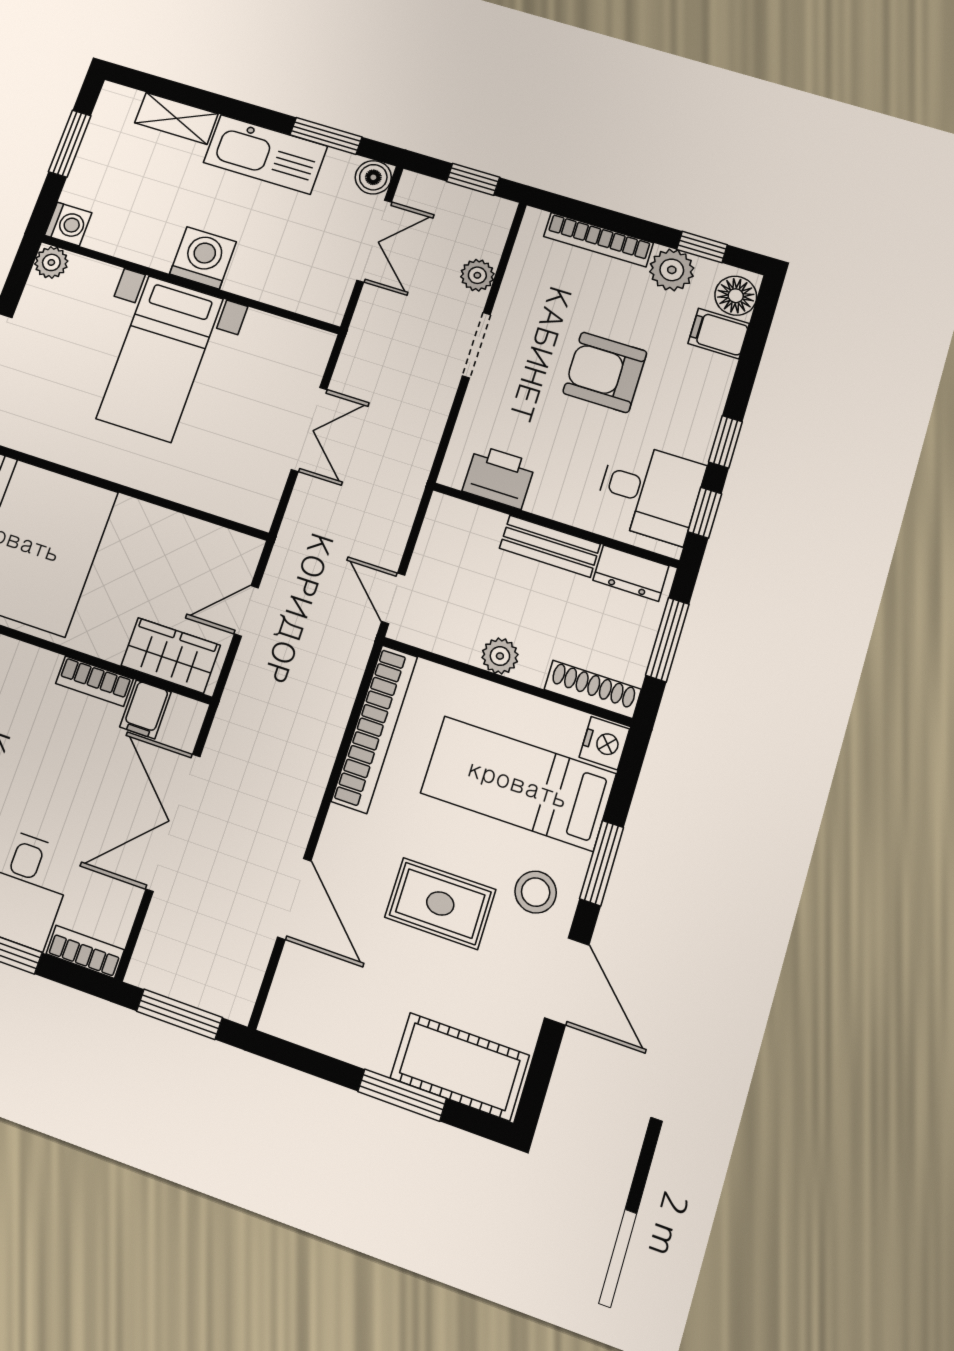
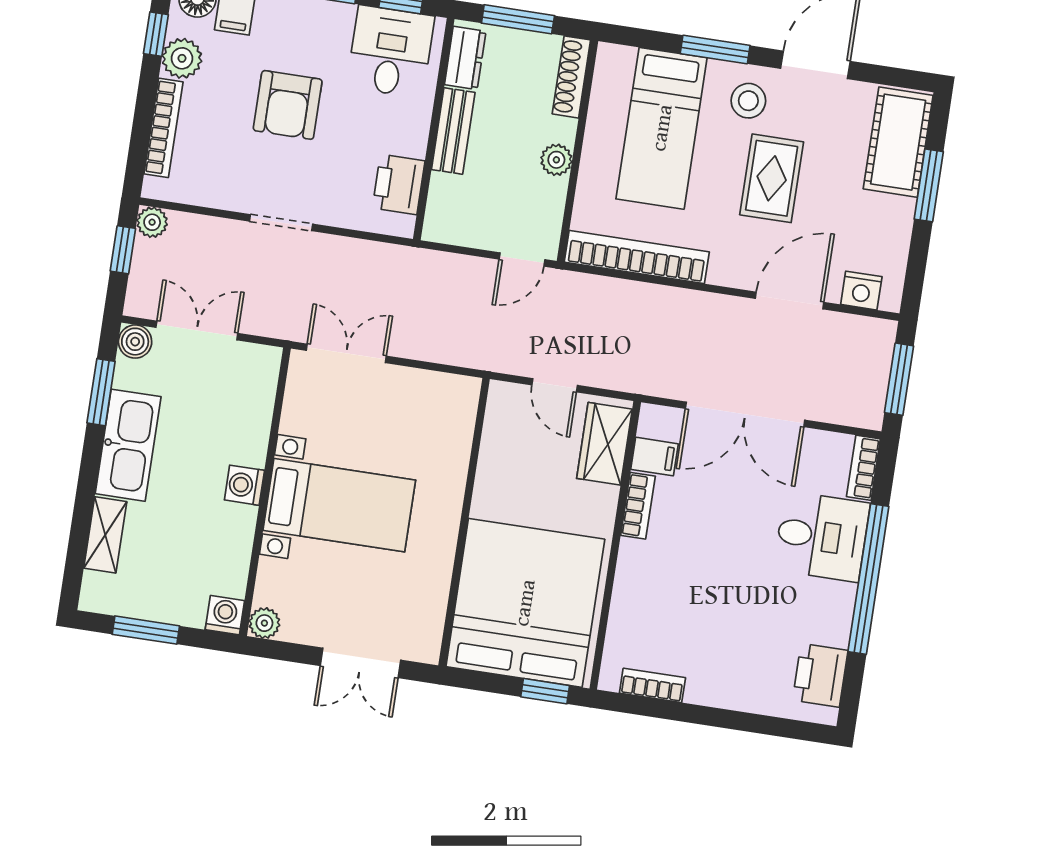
washing machine: (203, 258) -> (244, 485), width x0.73, depth x0.73
plant: (477, 275) -> (152, 222), moved
double door: (309, 429) -> (346, 353), moved
nightstand: (604, 743) -> (861, 291), moved, turned 180

